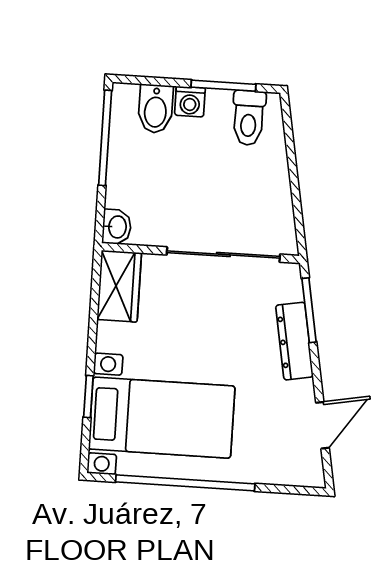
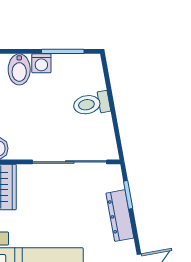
toilet: (249, 118) -> (91, 104), moved, turned 80
window: (309, 310) -> (128, 195), width x0.67

